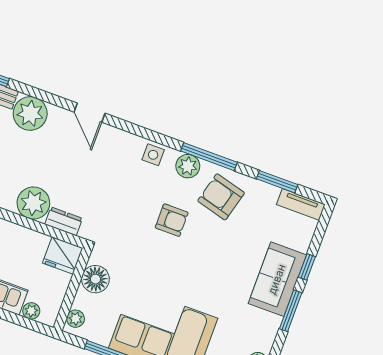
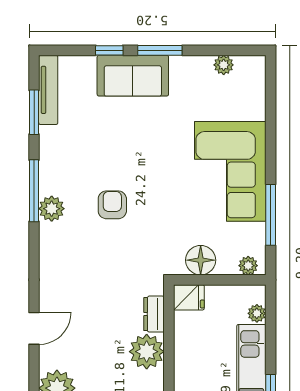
side table: (153, 155) -> (53, 248), removed
armchair: (221, 197) -> (70, 163), removed
tv unit: (301, 204) -> (48, 90), width x1.41
fridge: (63, 255) -> (189, 297), width x0.72

